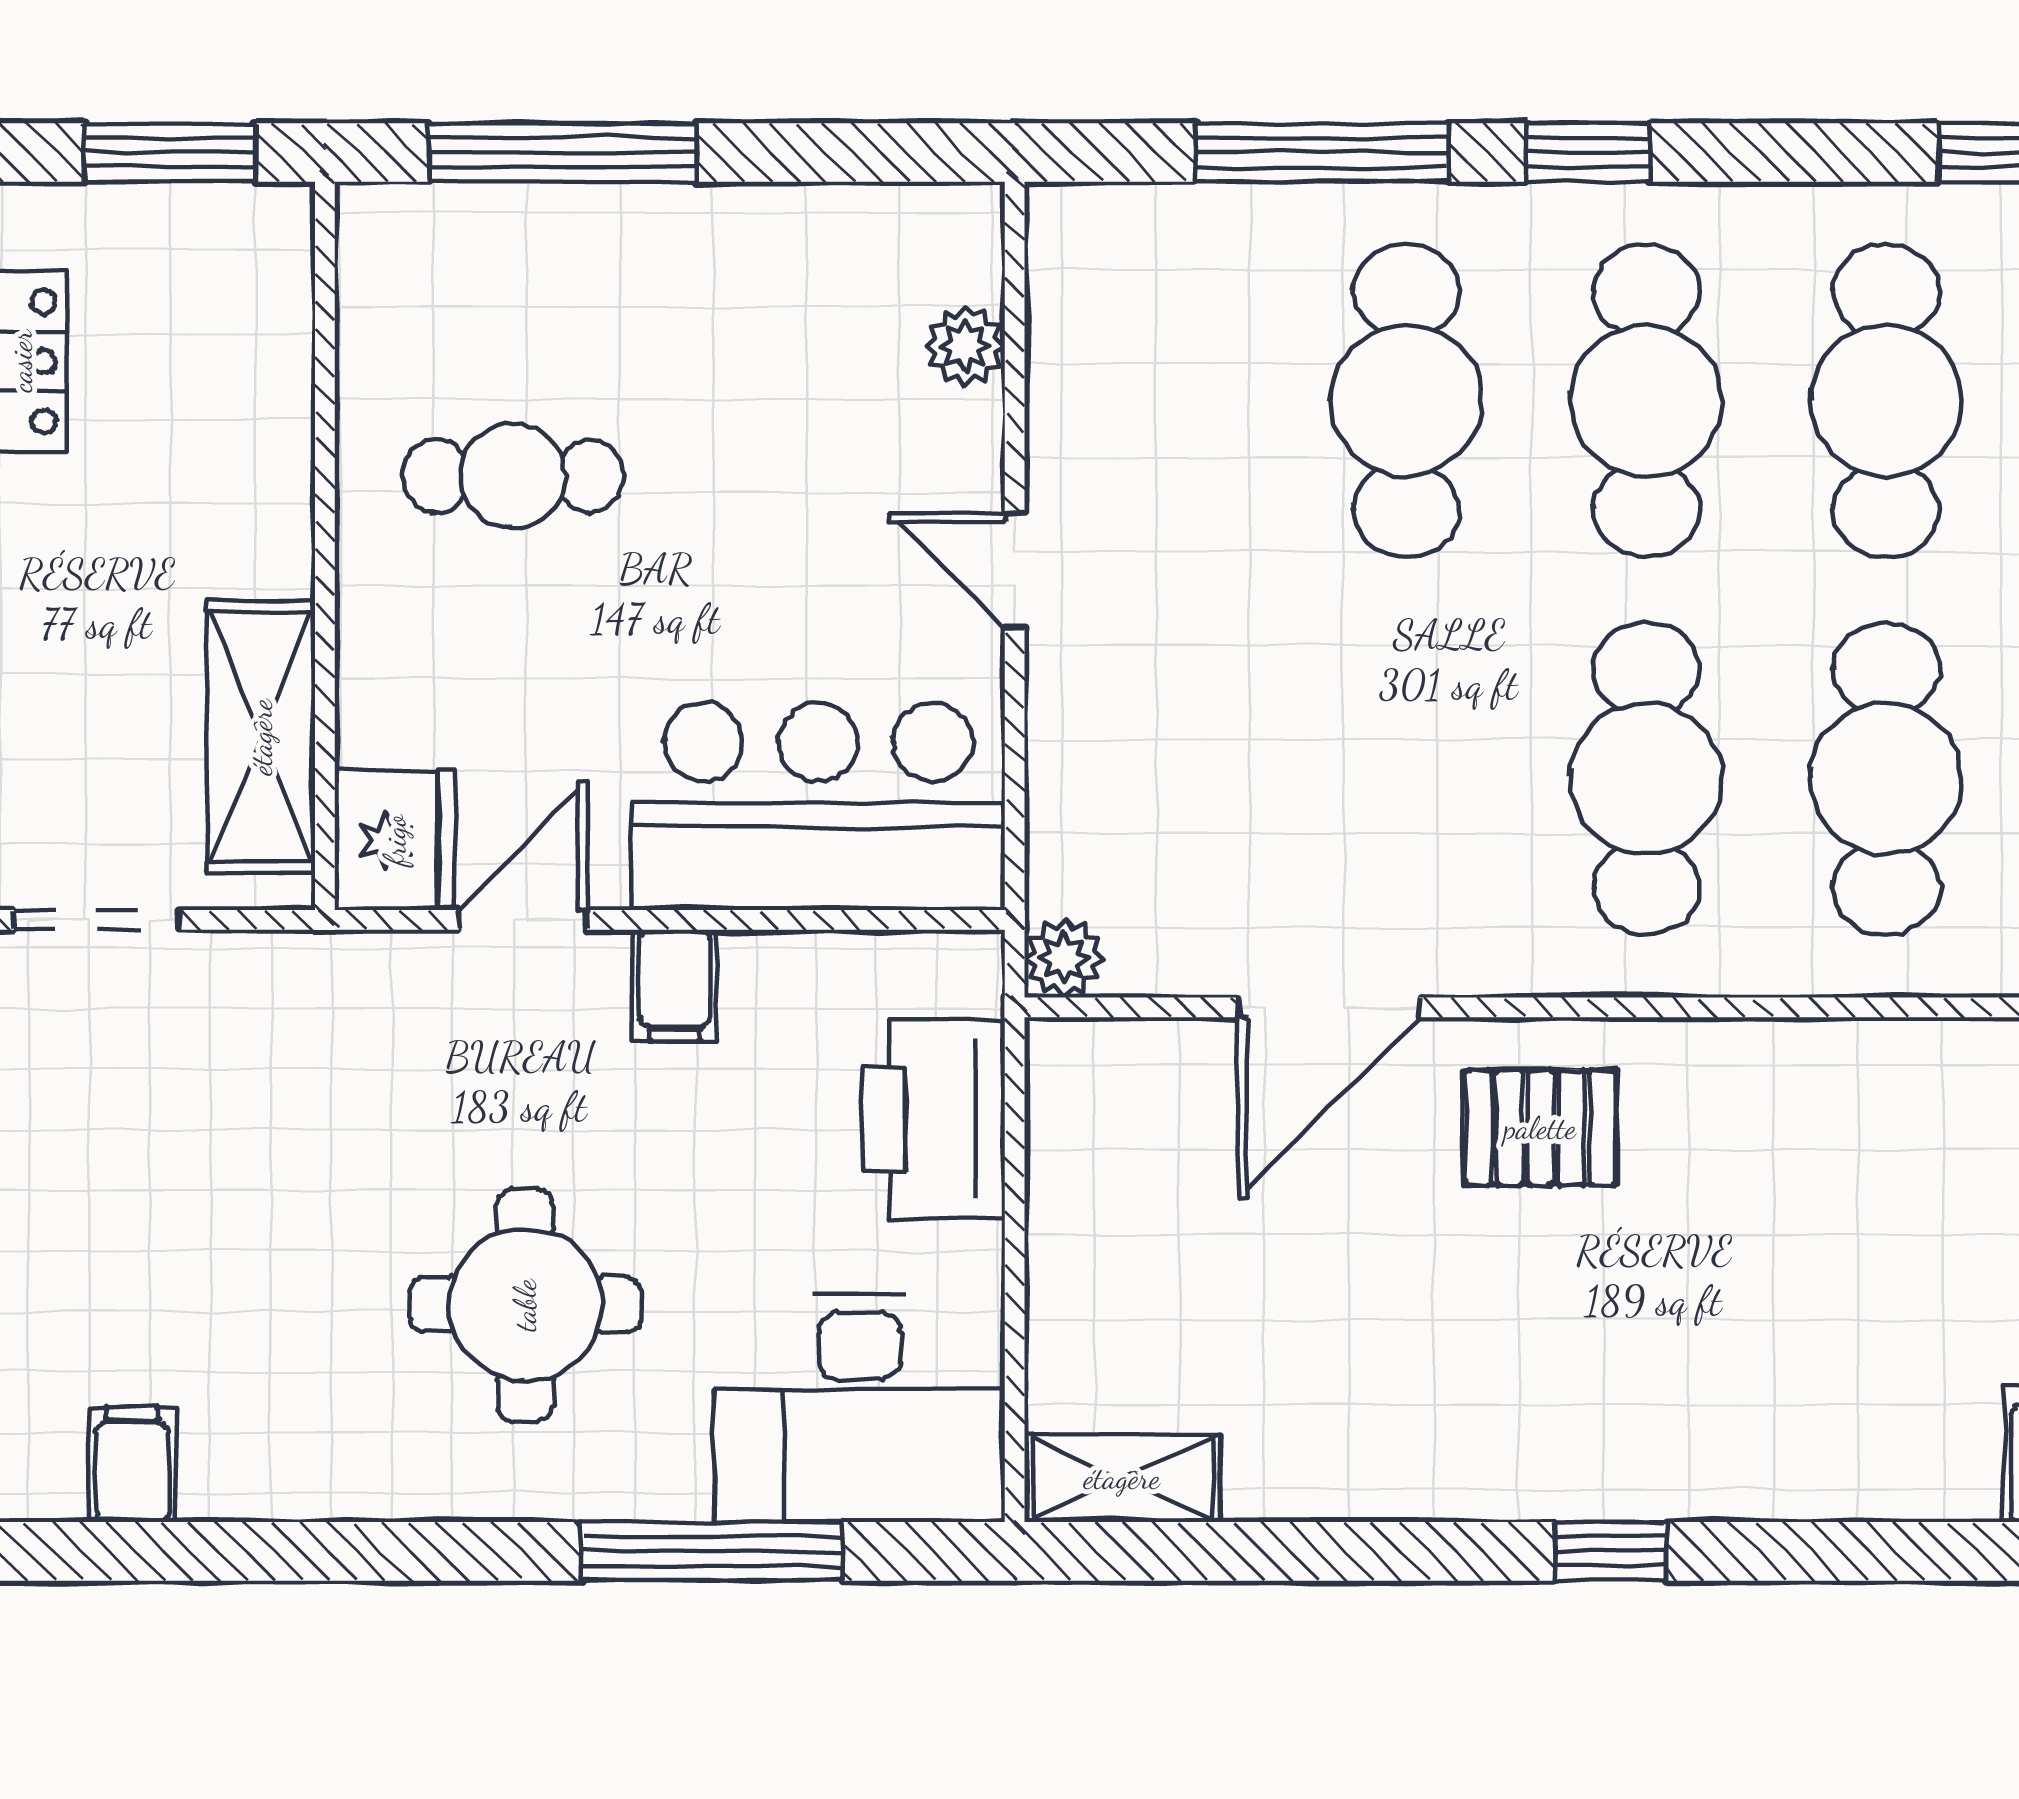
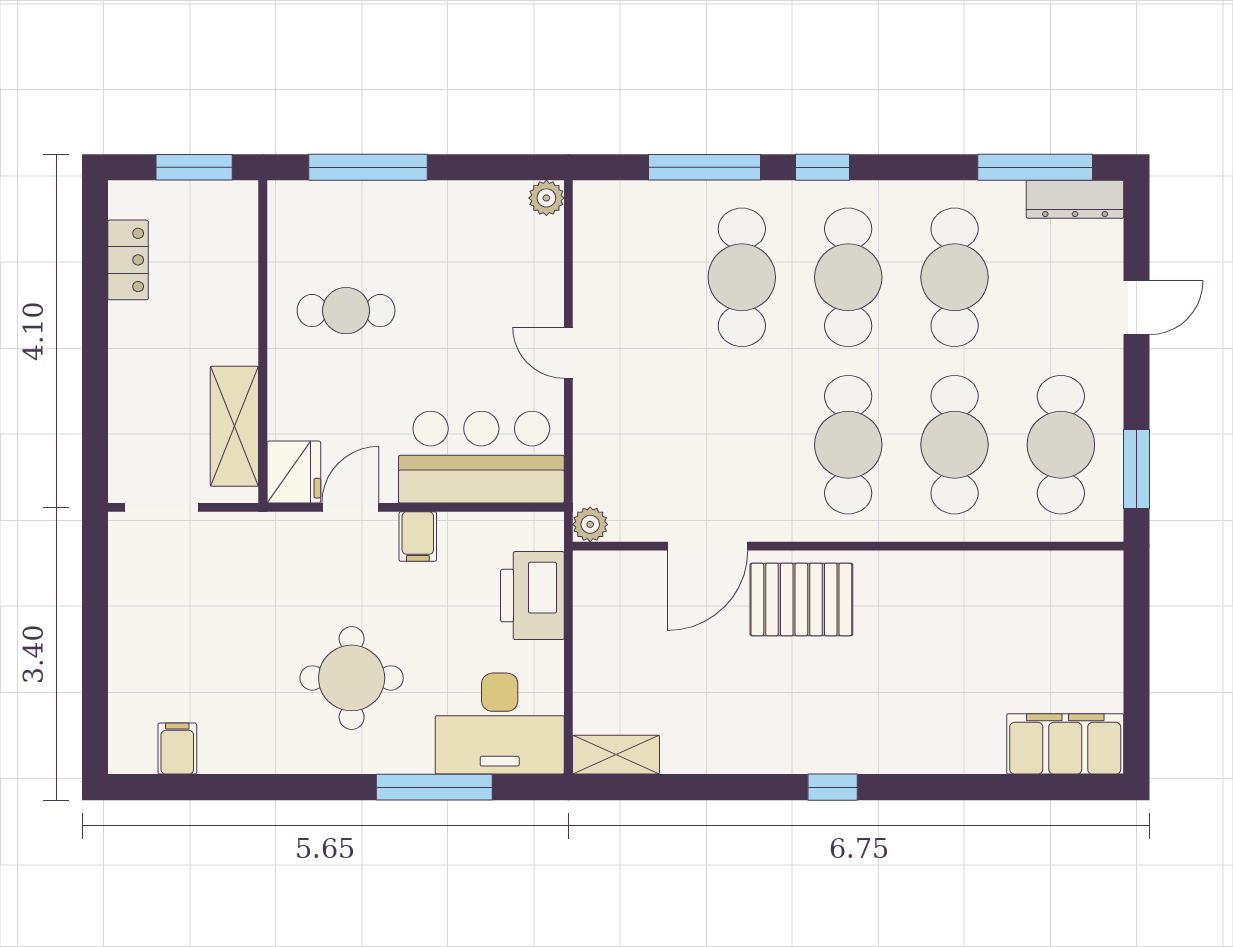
plant: (965, 346) -> (546, 198), moved
pallet: (1540, 1128) -> (801, 599), width x1.50, depth x1.42

